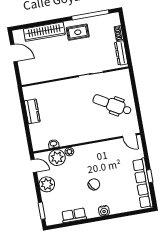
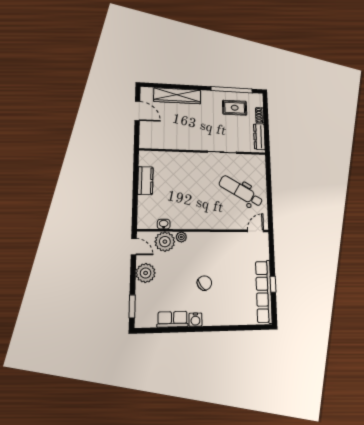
rug: (78, 32) -> (235, 108), moved
door: (129, 136) -> (256, 231), swing flipped
water cooler: (104, 211) -> (195, 320), moved

